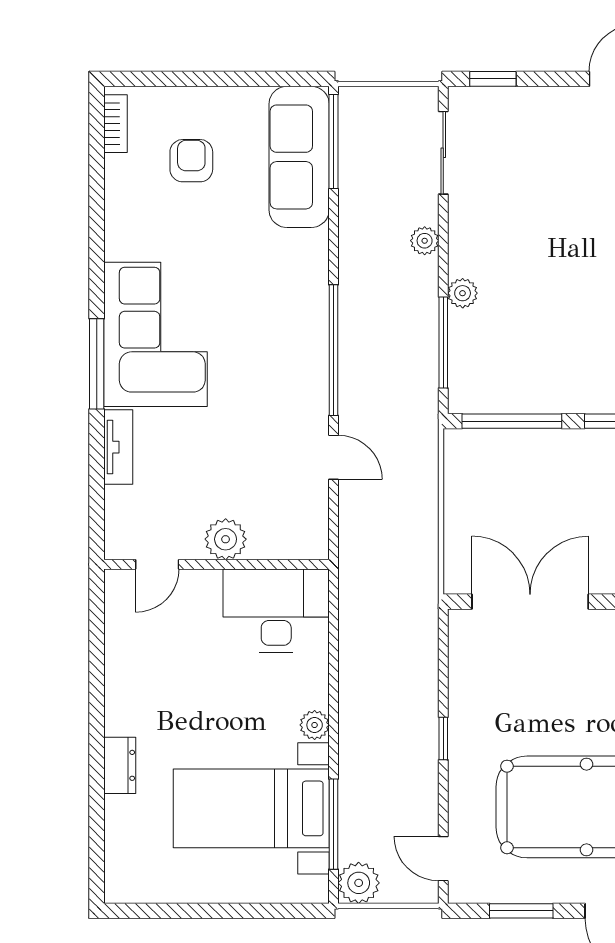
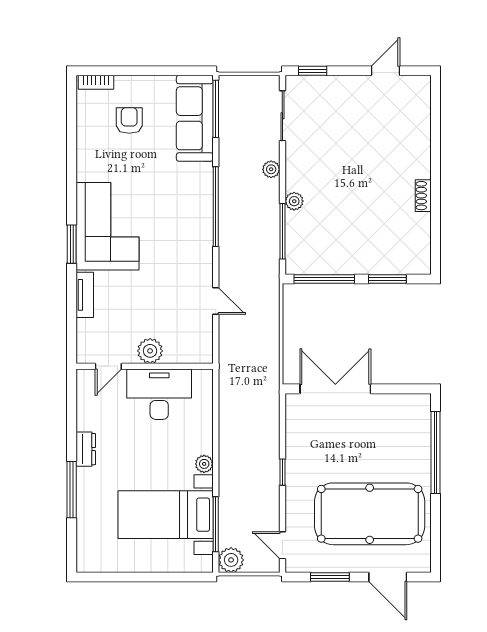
bookcase: (116, 124) -> (96, 82), moved, turned 90
window: (334, 350) -> (216, 207), moved
window: (97, 364) -> (72, 244), width x0.69
desk: (276, 610) -> (159, 394), moved
dresser: (120, 765) -> (86, 449), moved
window: (97, 767) -> (72, 490), added

